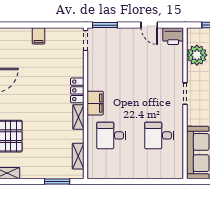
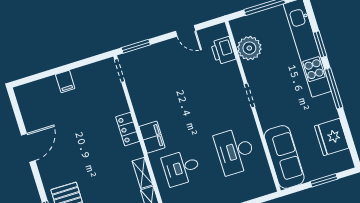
printer: (173, 36) -> (223, 51), moved, turned 90
shelving: (78, 117) -> (142, 173), moved
desk: (159, 135) -> (235, 151), width x1.37

